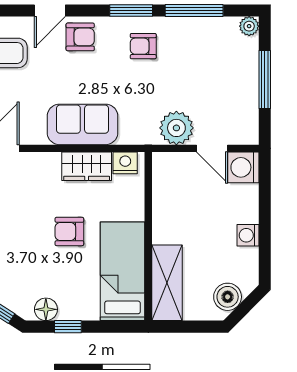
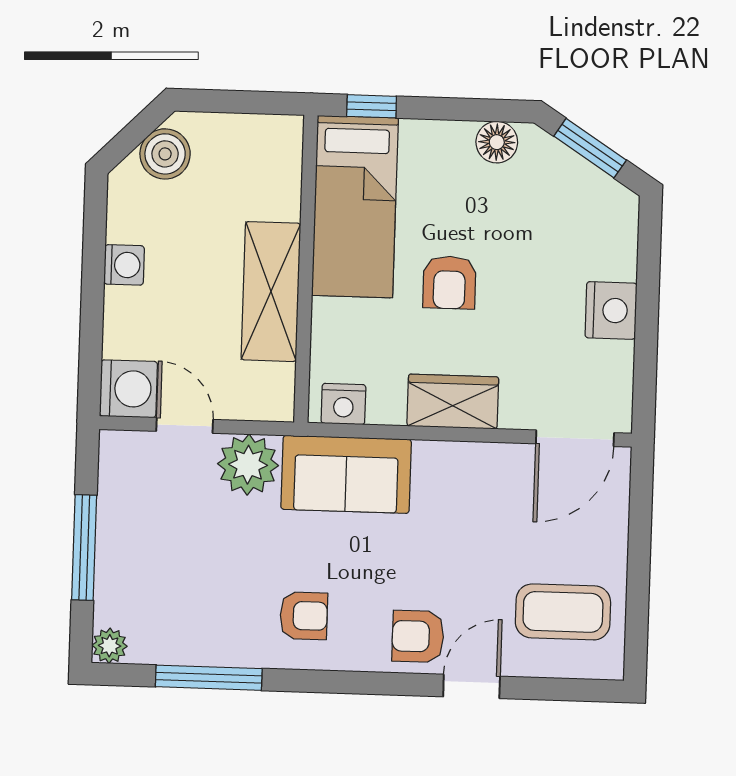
window: (131, 10) -> (324, 681), removed
sofa: (82, 124) -> (346, 474), moved
wardrobe: (87, 166) -> (453, 402), moved
armchair: (69, 231) -> (449, 282), turned 90
shelving: (167, 283) -> (271, 292), moved
window: (68, 327) -> (372, 106), moved

